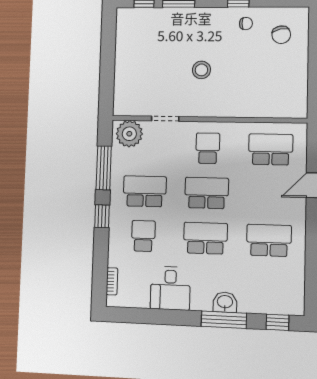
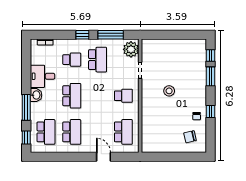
school desk: (207, 193) -> (46, 132), moved
washbasin: (225, 302) -> (36, 95), moved

